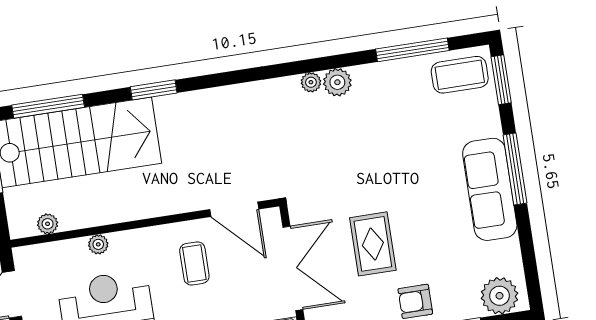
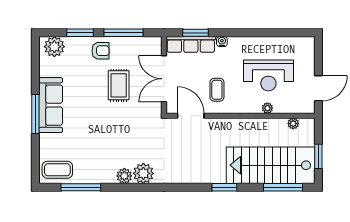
window: (501, 80) -> (35, 164), removed
plant: (311, 82) -> (143, 173), width x1.88, depth x1.88

